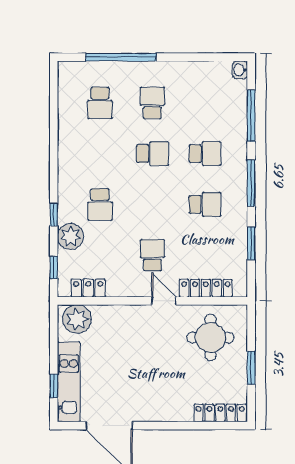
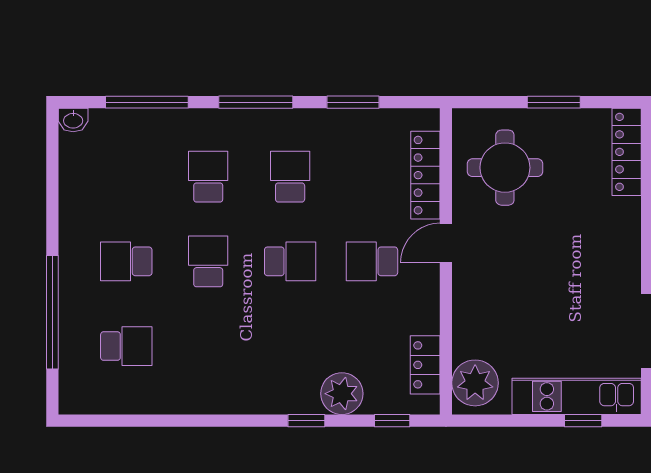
school desk: (100, 204) -> (290, 261), moved

